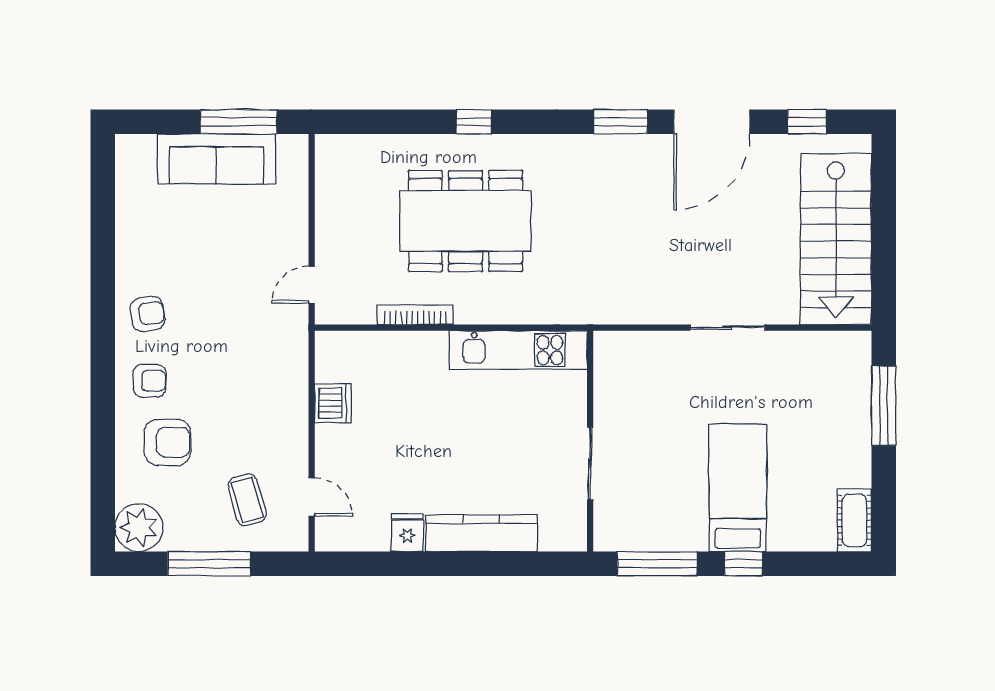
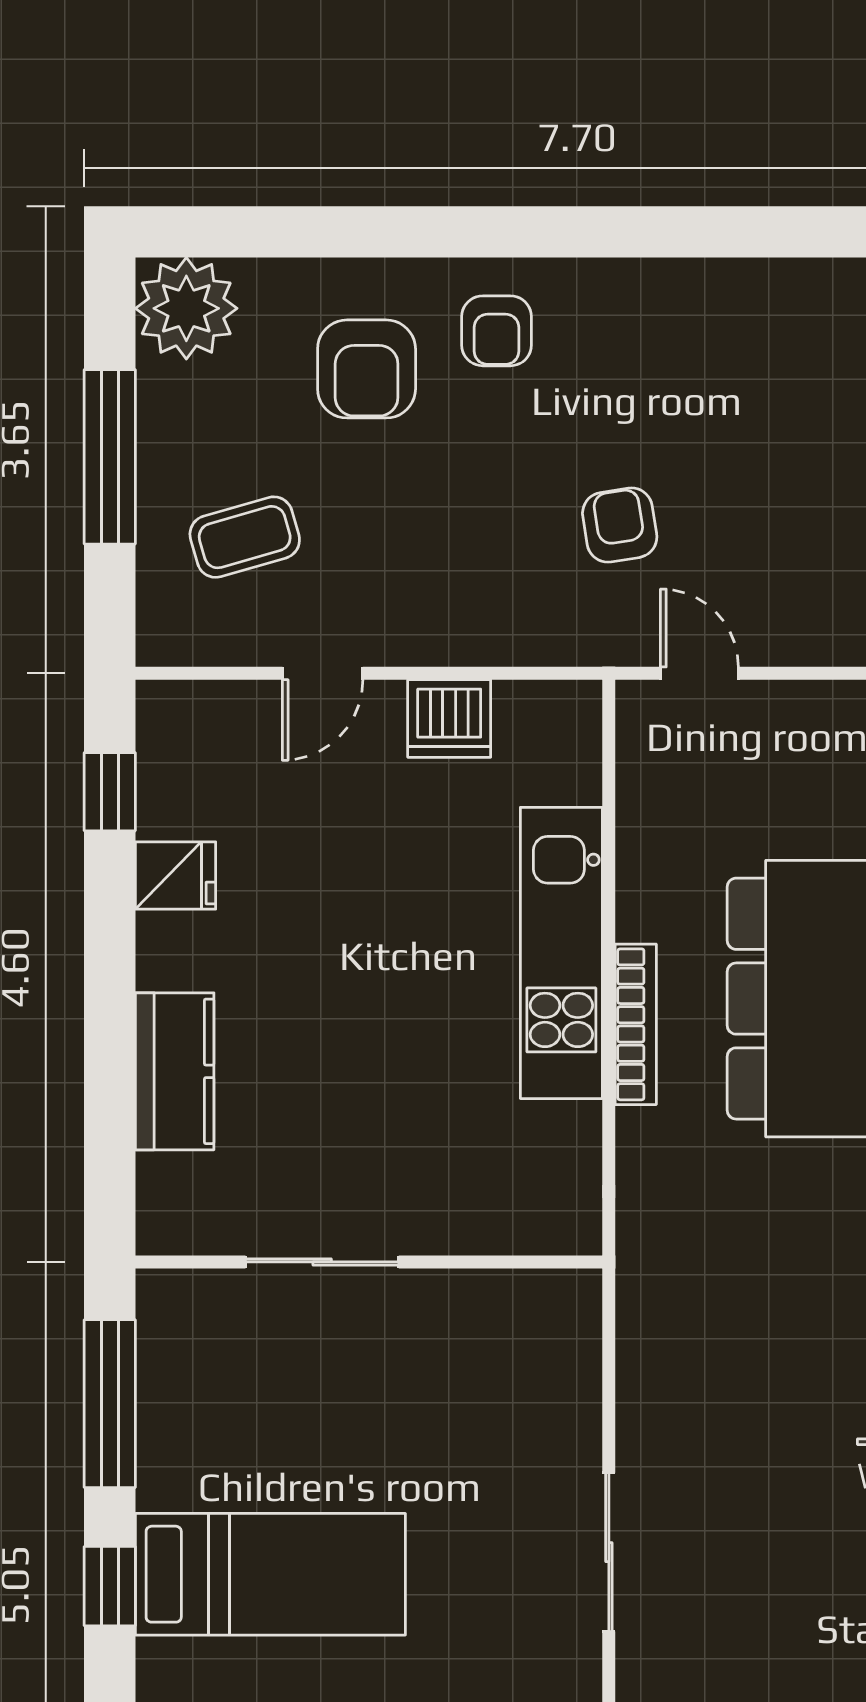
armchair: (147, 314) -> (620, 525), moved, turned 180
bookcase: (415, 315) -> (636, 1024), moved
kitchen unit: (518, 350) -> (561, 953), moved
door: (312, 497) -> (323, 673), moved
kitchen counter: (481, 533) -> (175, 1071), width x0.67
window: (368, 564) -> (110, 792), added

